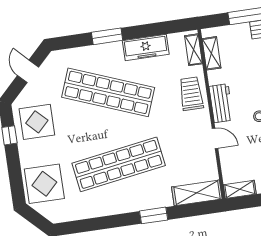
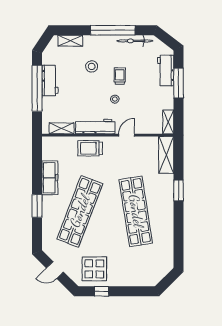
shelving: (194, 50) -> (57, 142), removed
workbench: (221, 103) -> (95, 127), width x1.38
display table: (44, 184) -> (142, 270), removed

